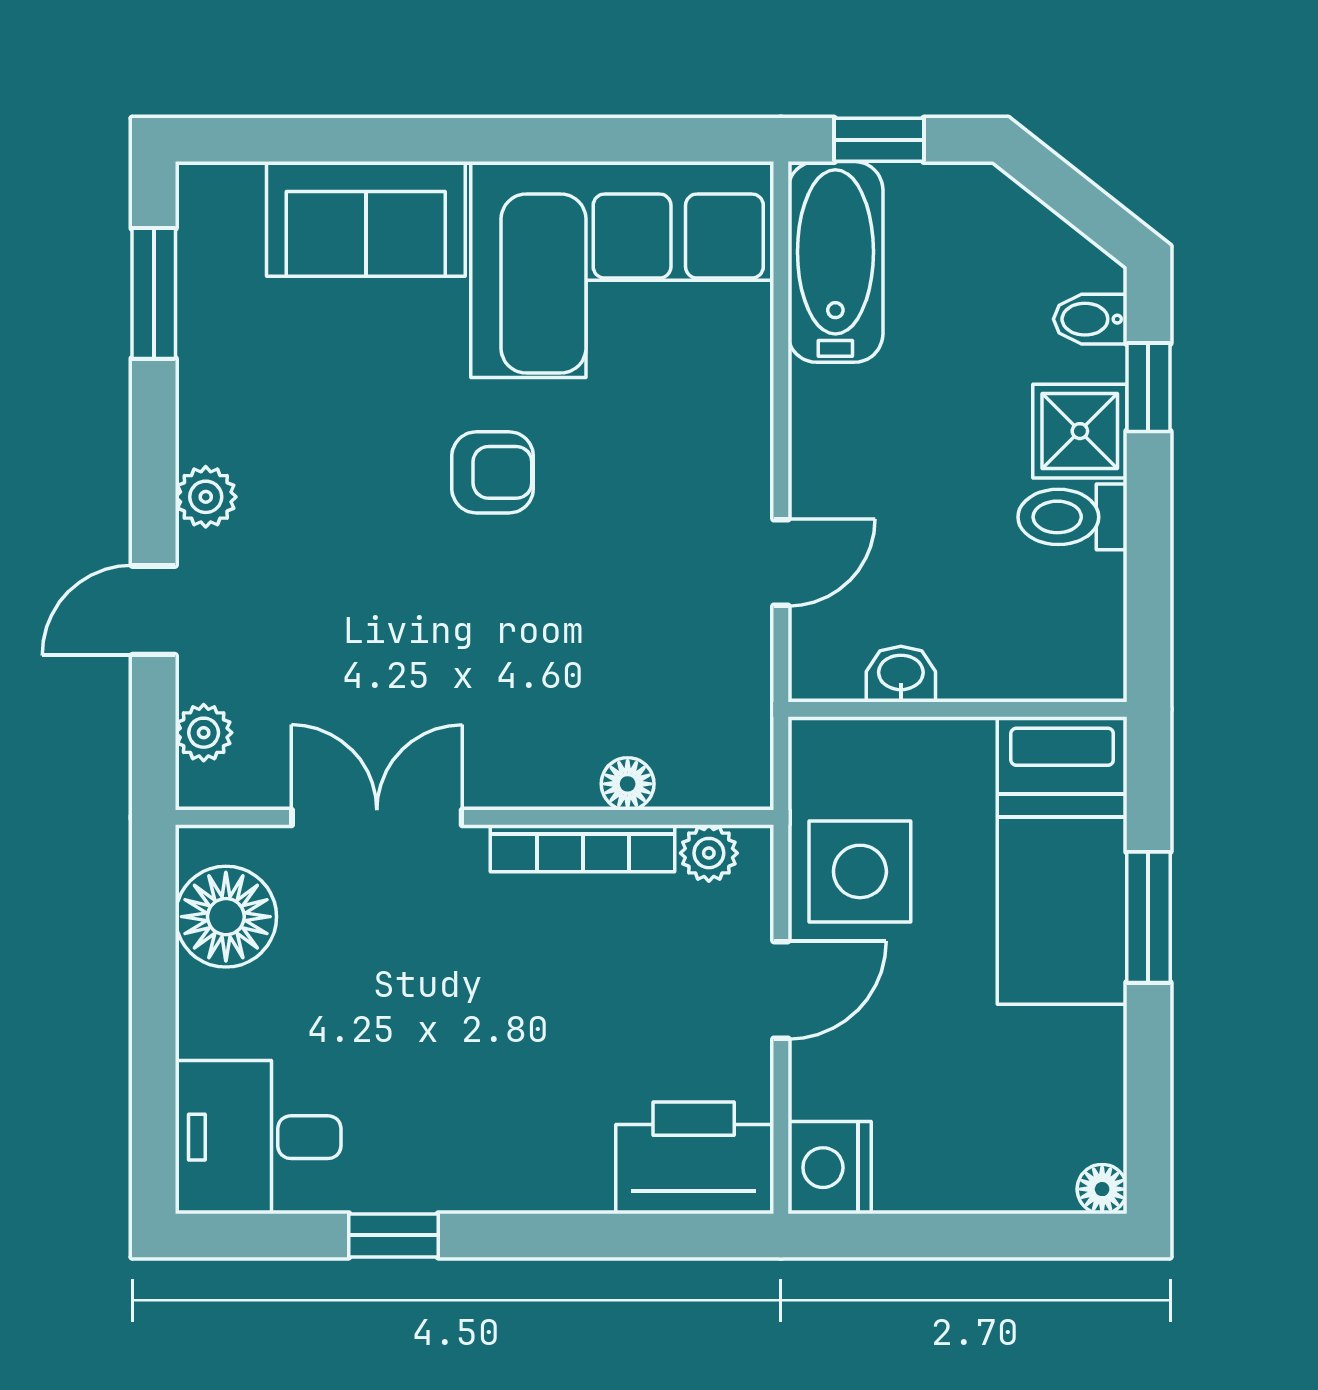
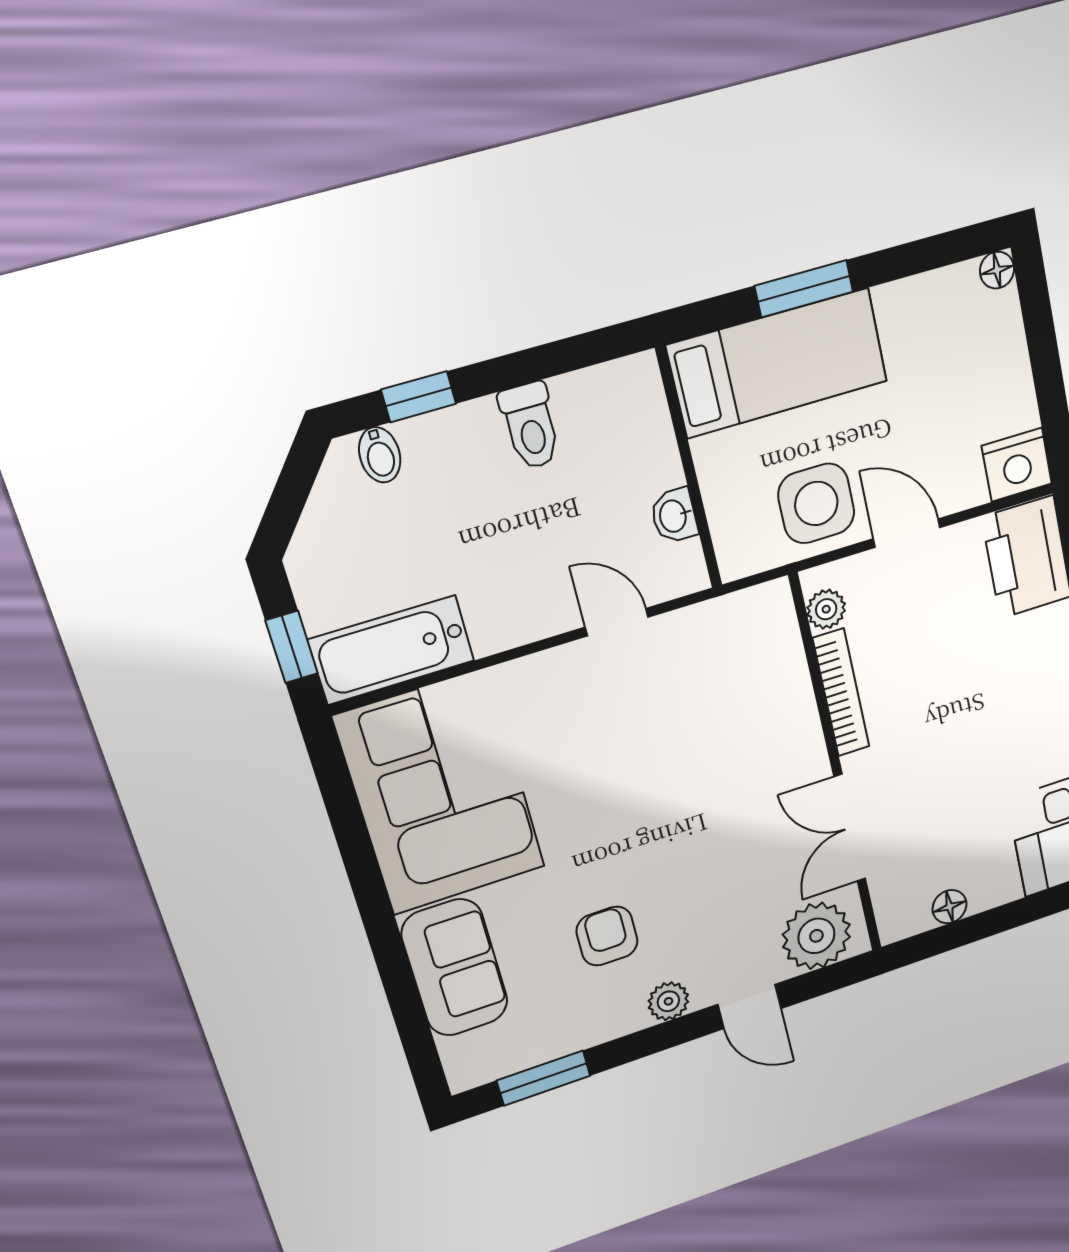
shower: (1080, 431) -> (466, 439), removed
armchair: (493, 472) -> (607, 936), moved
plant: (204, 733) -> (816, 936), width x1.88, depth x1.88
floor lamp: (628, 784) -> (792, 677), removed
floor lamp: (226, 917) -> (950, 907), width x0.53, depth x0.53

